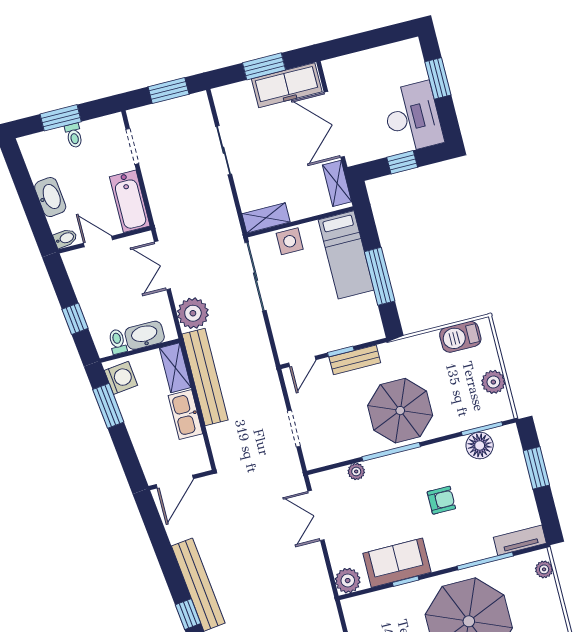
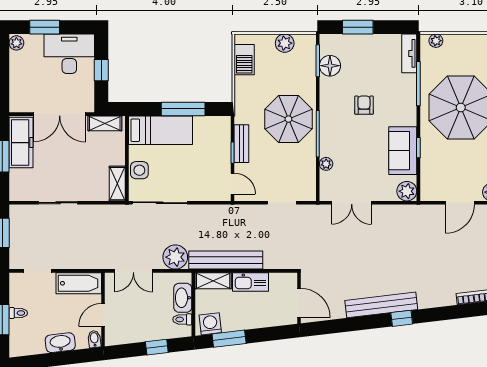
plant: (409, 48) -> (16, 43), added

